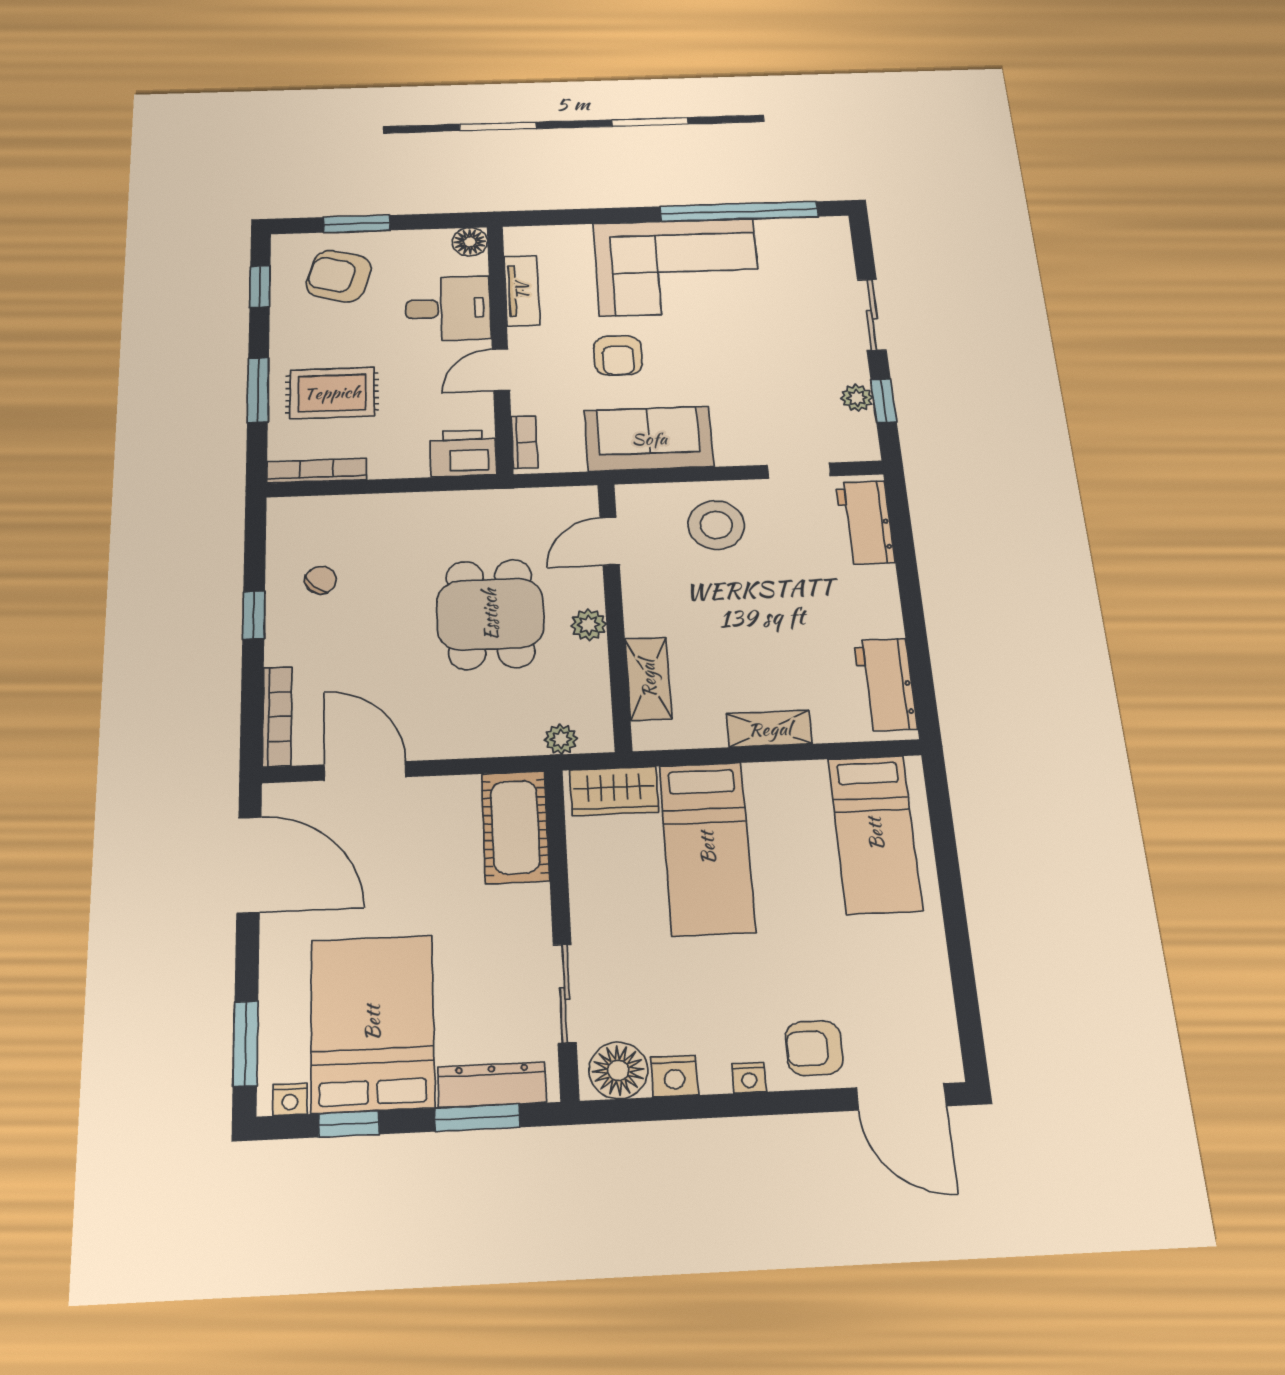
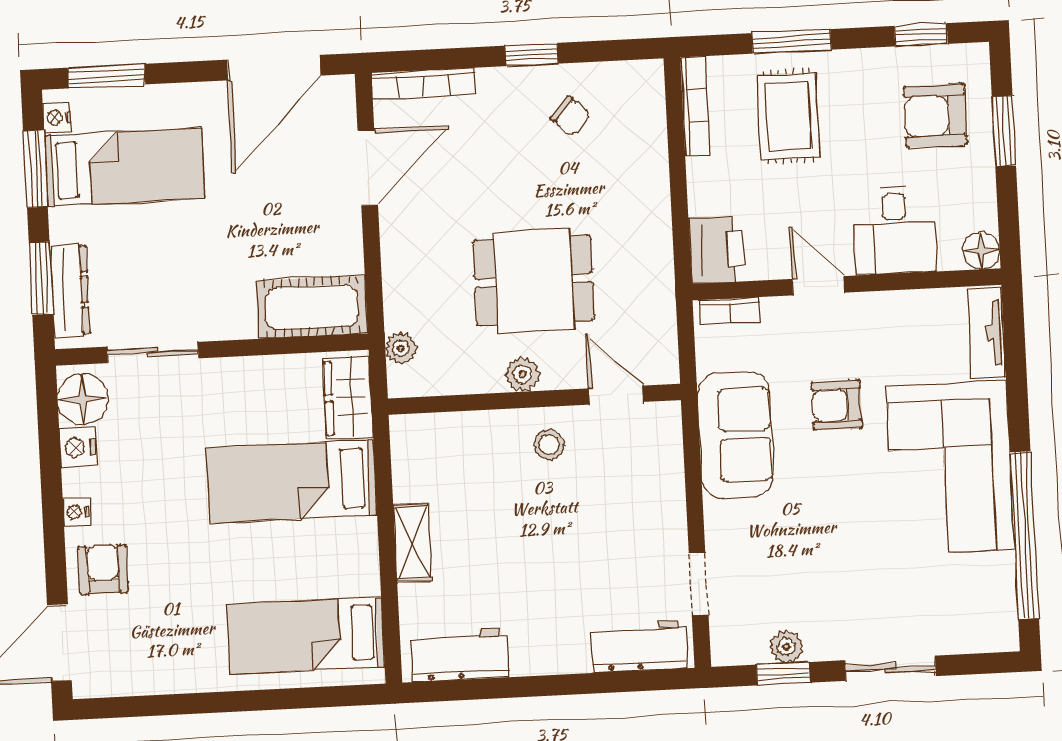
armchair: (339, 276) -> (935, 116), turned -106
tv unit: (522, 291) -> (987, 333), moved, turned 90
stool: (716, 525) -> (549, 445), moved, width x0.53, depth x0.53
shelving: (648, 679) -> (465, 431), removed
bed: (372, 1023) -> (124, 167), width x0.67
window: (349, 1124) -> (35, 169), width x1.50

